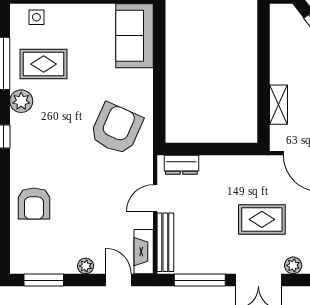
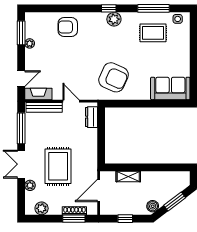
side table: (36, 17) -> (178, 19), moved
rug: (44, 64) -> (153, 33), turned 90
plant: (21, 101) -> (114, 19), moved
rug: (262, 219) -> (58, 166), width x1.36, depth x1.43
plant: (86, 266) -> (30, 43), moved

